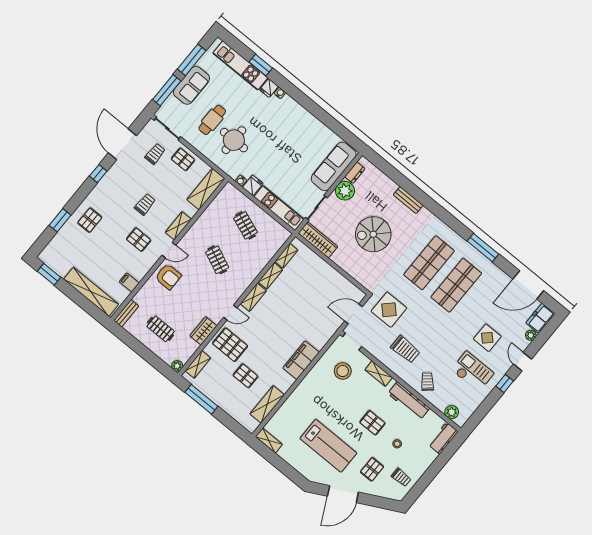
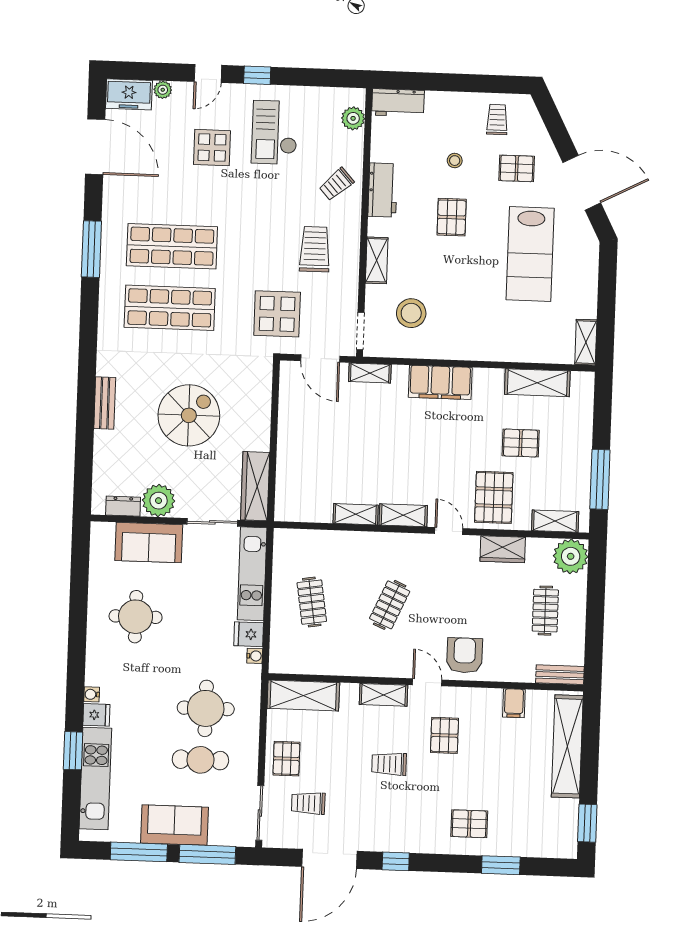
round table: (300, 140) -> (136, 617), added
sofa: (334, 166) -> (149, 543), width x0.73
clothes rail: (246, 225) -> (312, 602), turned -30
spiral stairs: (373, 234) -> (189, 415), turned -90
shelving: (286, 256) -> (370, 373), moved
plant: (177, 366) -> (571, 556), width x1.87, depth x1.87
pallet: (246, 376) -> (521, 443), turned 90
workbench: (409, 401) -> (383, 190), width x0.73
lab bench: (328, 446) -> (530, 254), turned 180

